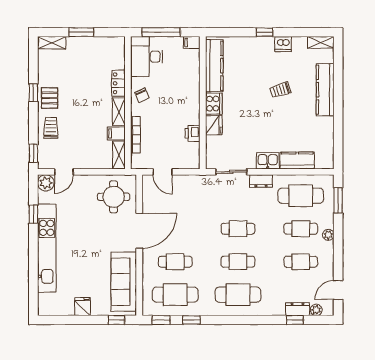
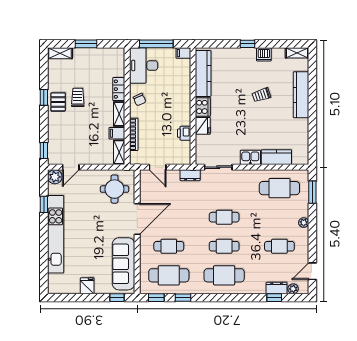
trolley: (51, 128) -> (78, 97), moved
dresser: (261, 181) -> (190, 175), moved
cafe table: (301, 229) -> (279, 217), removed

